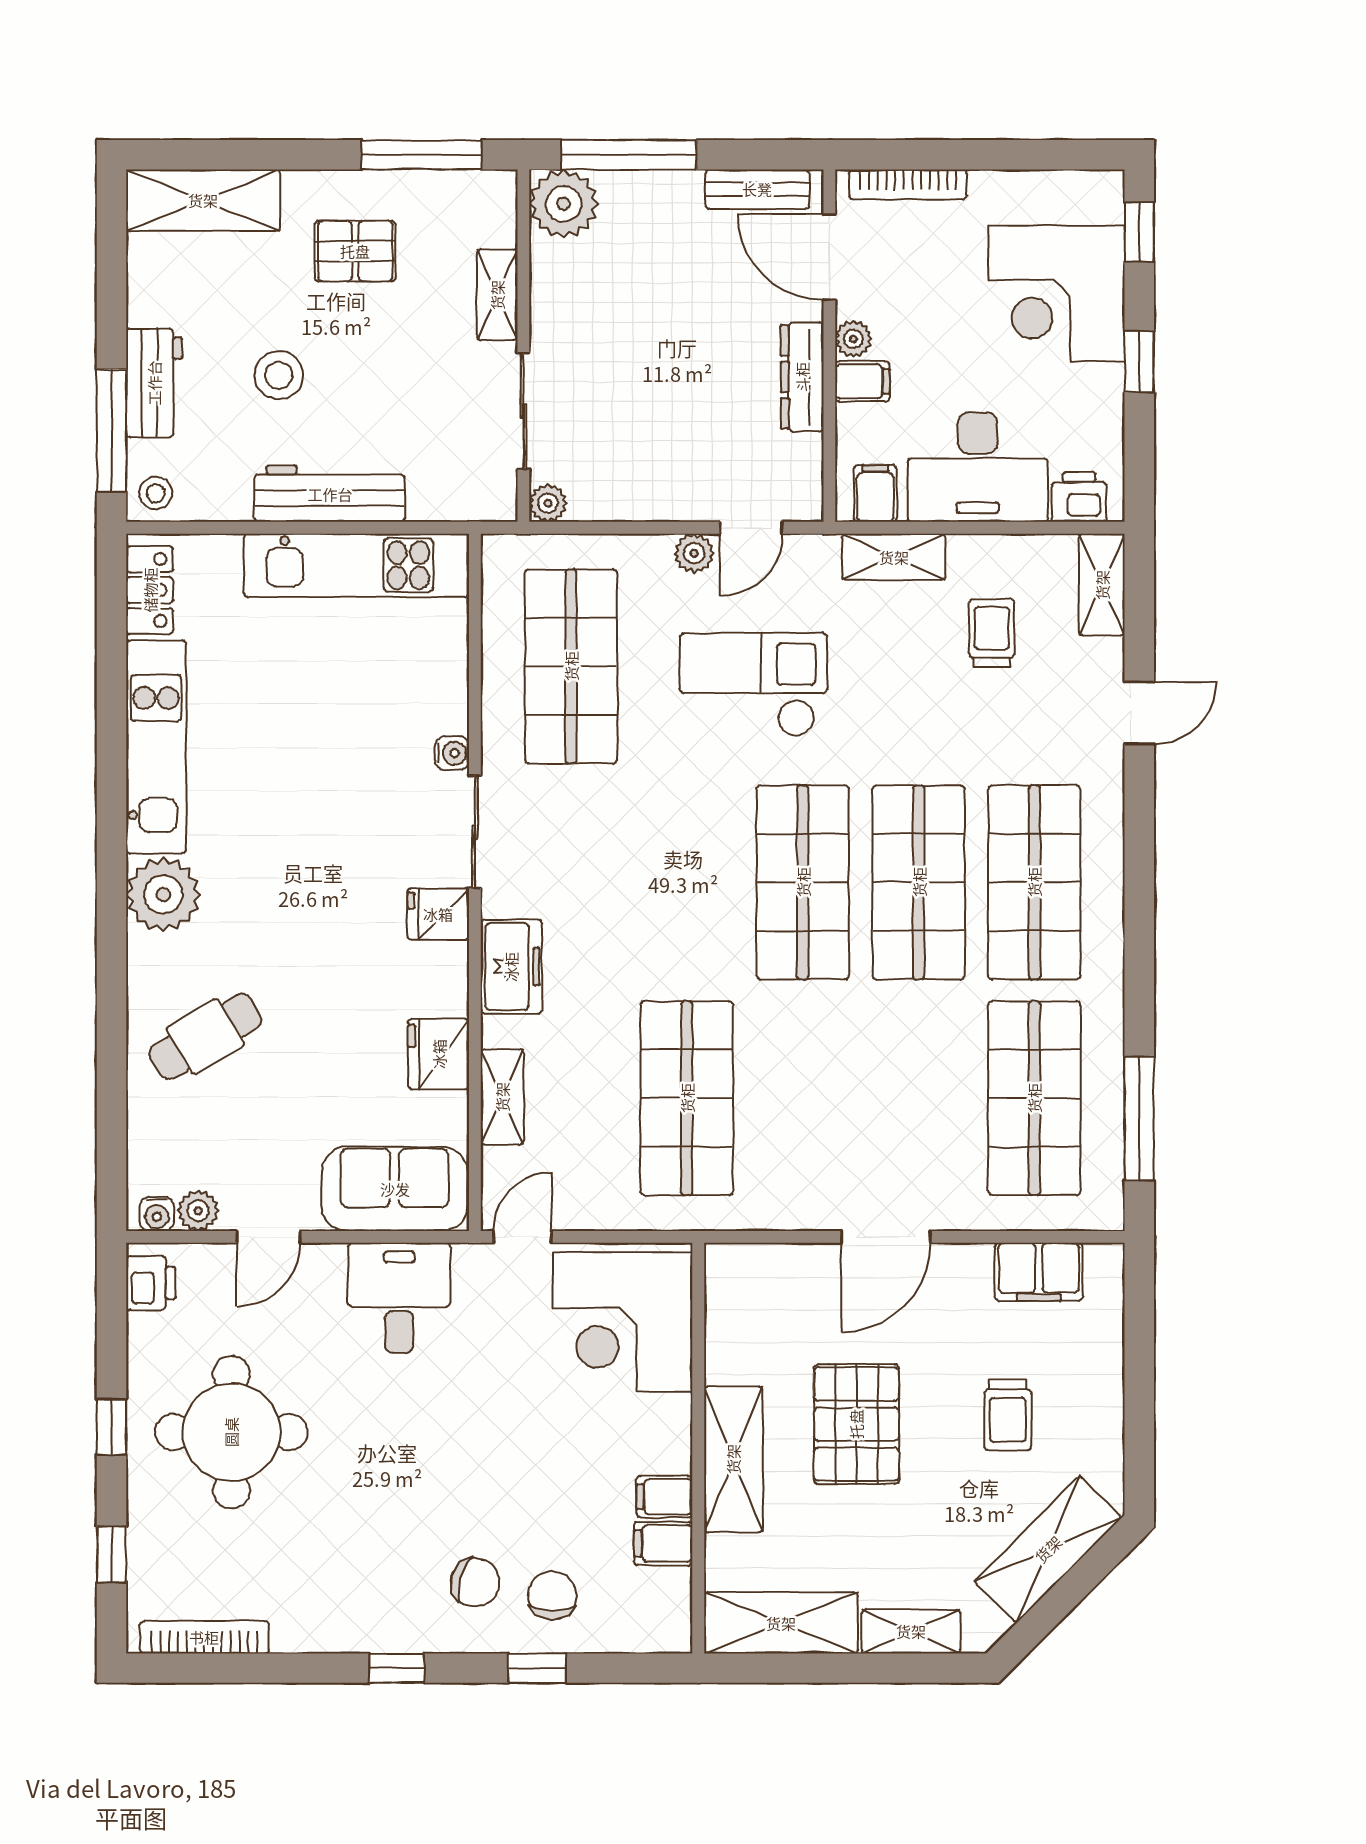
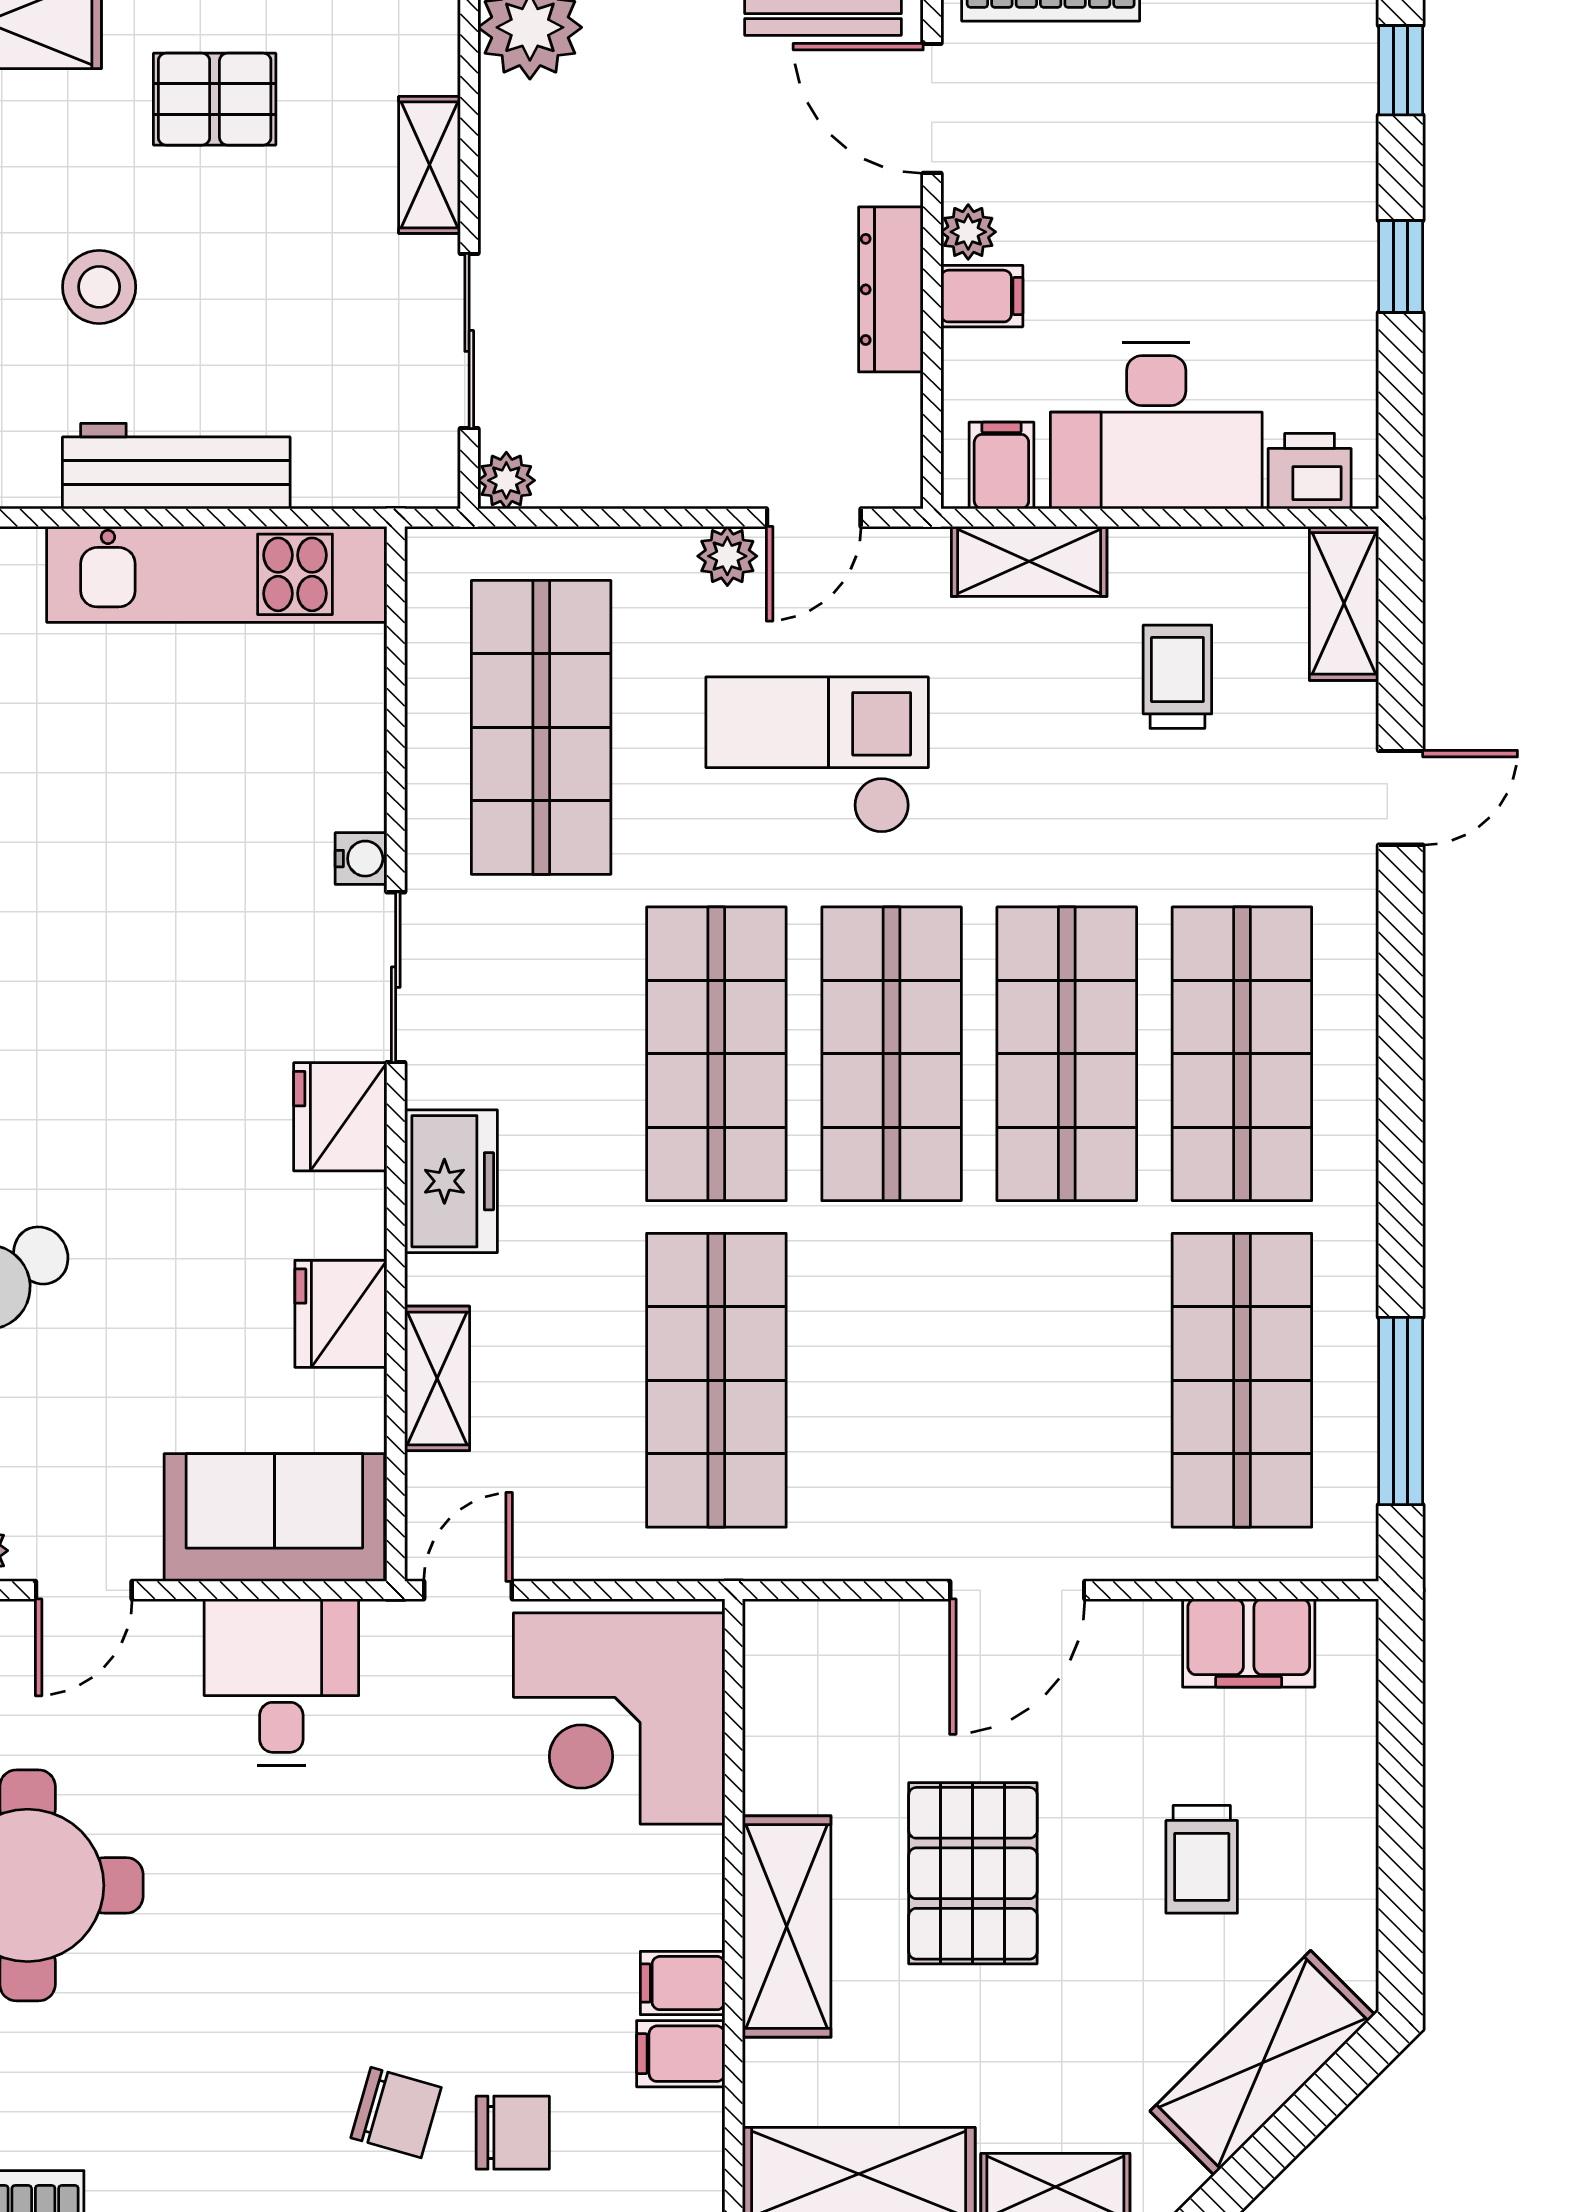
corner desk: (1057, 294) -> (1276, 163), removed
shop shelf: (687, 882) -> (716, 1054), added
fridge: (438, 914) -> (340, 1117), width x1.38
chair: (552, 1596) -> (513, 2133), turned 90

